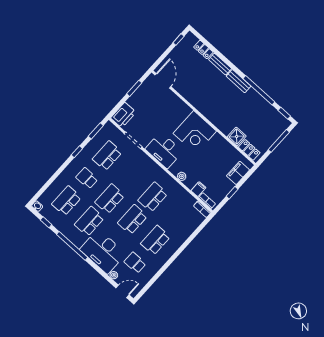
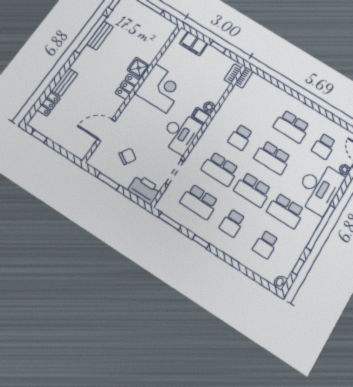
door: (163, 81) -> (106, 130), moved
bench: (239, 81) -> (100, 36), moved
chair: (151, 106) -> (128, 156), added
corner desk: (195, 132) -> (161, 88), moved
shower: (237, 136) -> (138, 68), moved
locker: (249, 150) -> (127, 87), moved
school desk: (130, 176) -> (220, 169), added
filing cabinet: (198, 189) -> (201, 116), moved
school desk: (153, 197) -> (240, 137), width x0.54
school desk: (67, 201) -> (266, 244), width x0.54

